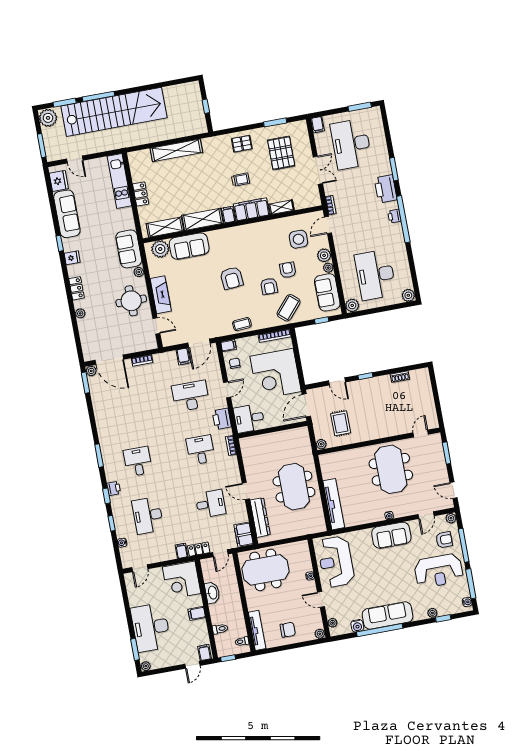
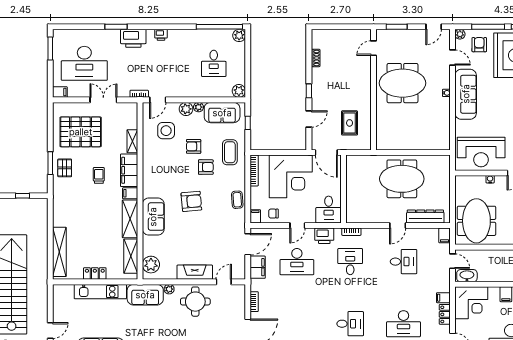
window: (275, 122) -> (50, 163), moved
shelving: (176, 150) -> (59, 252), moved
pallet: (281, 153) -> (81, 132), width x1.37, depth x1.41
kitchen unit: (119, 181) -> (100, 292), moved
window: (403, 219) -> (219, 27), moved
door: (328, 225) -> (158, 100), hinge flipped
sofa: (189, 246) -> (153, 217), moved
desk: (375, 275) -> (214, 63), width x0.53, depth x0.77
coffee table: (289, 308) -> (230, 152), turned 49
door: (199, 343) -> (248, 244), hinge flipped
filing cabinet: (183, 356) -> (258, 267), width x2.00
door: (227, 390) -> (297, 226), swing flipped
desk: (191, 396) -> (297, 262), turned -90
rug: (341, 423) -> (350, 123), turned 90
door: (421, 433) -> (374, 48), hinge flipped
plant: (321, 444) -> (366, 145), removed
desk: (201, 450) -> (350, 262), turned 90
desk: (138, 462) -> (350, 324), turned 180
desk: (211, 504) -> (403, 262), turned 90
tv unit: (334, 504) -> (426, 144), removed
filing cabinet: (244, 535) -> (445, 235), width x0.50
sofa: (391, 535) -> (466, 94), width x1.36
locker: (199, 549) -> (445, 314), moved
washbasin: (212, 593) -> (467, 276), moved

